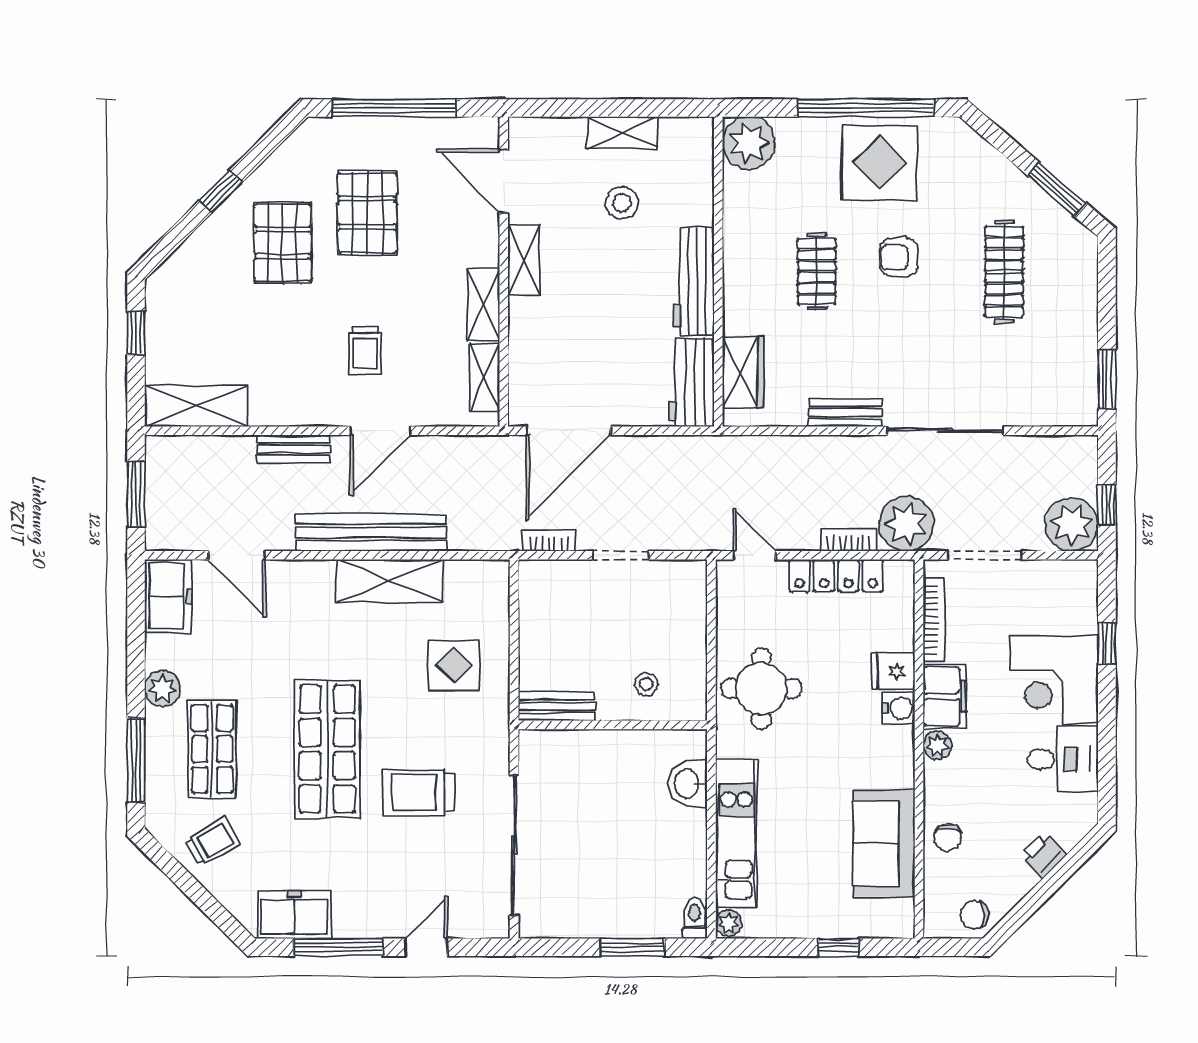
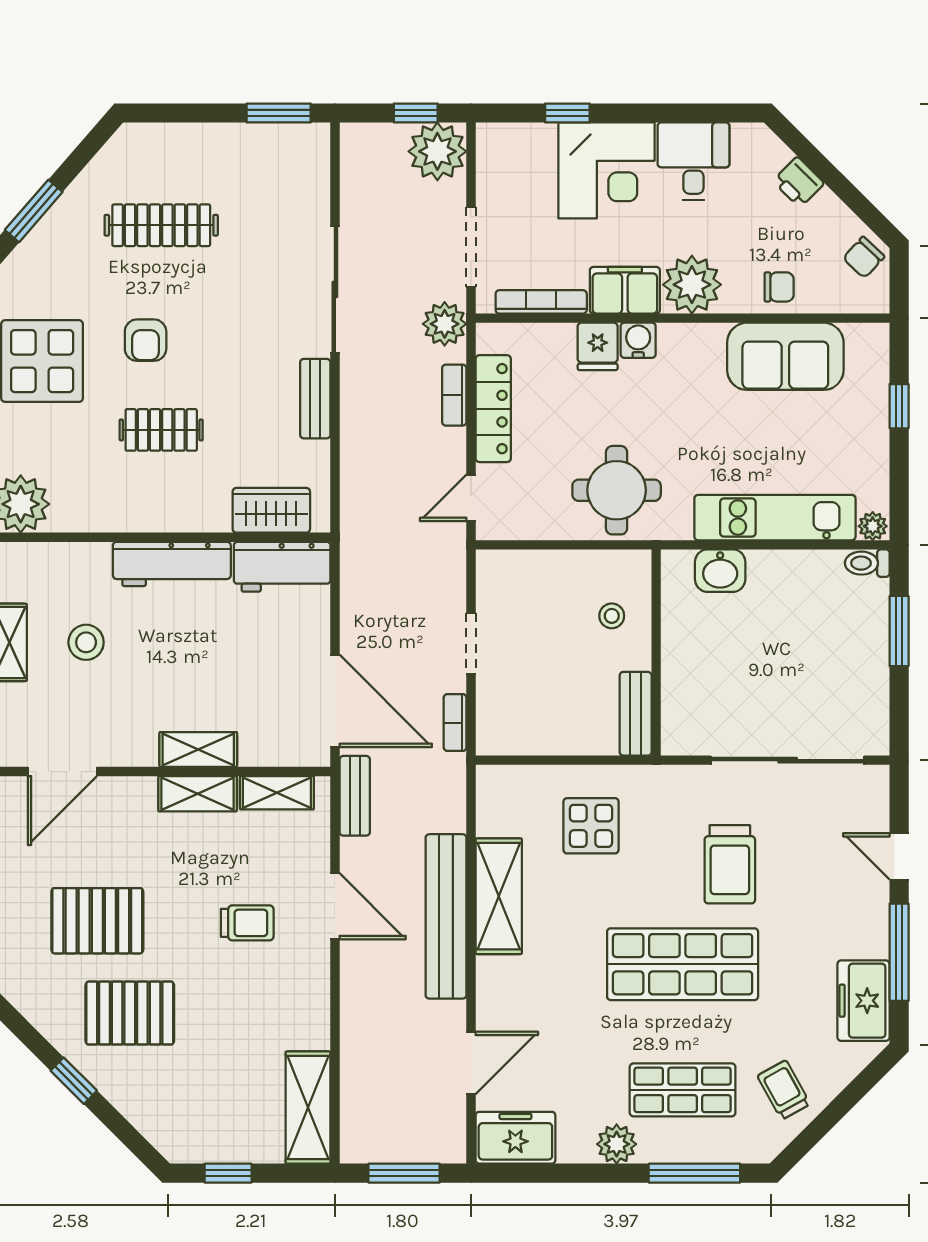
window: (1057, 189) -> (34, 211), moved
shelving: (524, 260) -> (198, 750), moved
bench: (294, 449) -> (355, 796), moved
plant: (906, 524) -> (445, 324), width x0.73, depth x0.73
plant: (937, 745) -> (692, 285), width x1.88, depth x1.88
chair: (975, 915) -> (864, 257), turned 43

